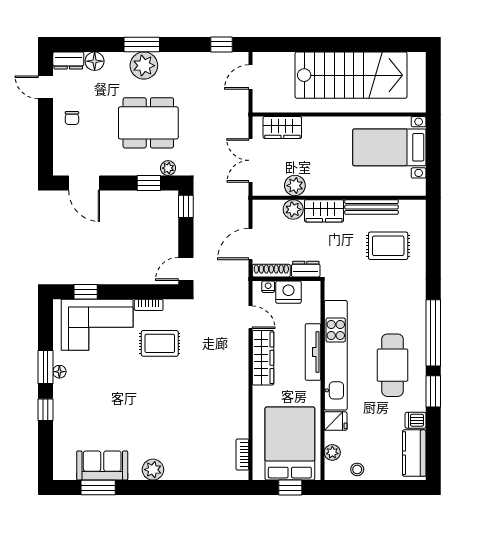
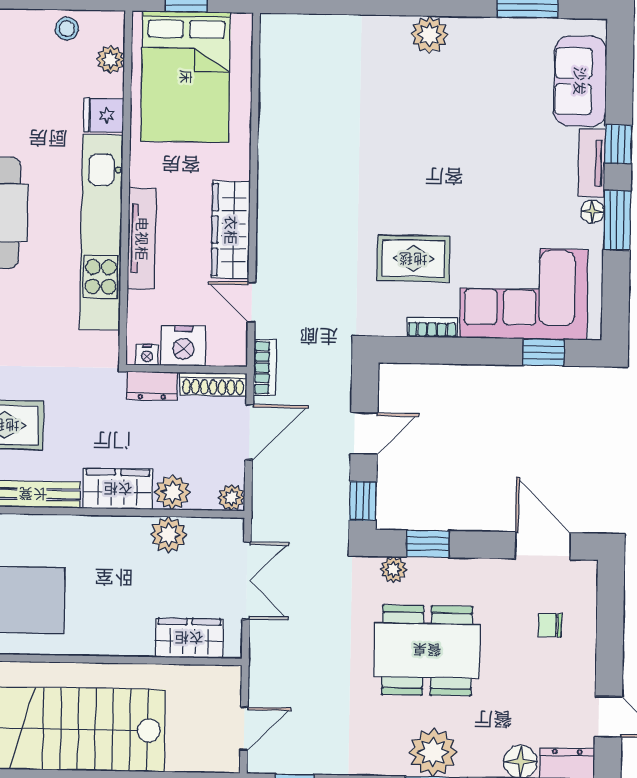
chair: (72, 118) -> (550, 625), moved, turned -90
plant: (260, 207) -> (231, 497), added
door: (186, 269) -> (364, 434), moved
nightstand: (268, 287) -> (147, 355), moved
tv unit: (60, 399) -> (592, 163), added
bookcase: (242, 455) -> (265, 368), moved
sofa: (102, 465) -> (580, 81), moved, turned 90

